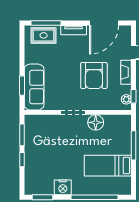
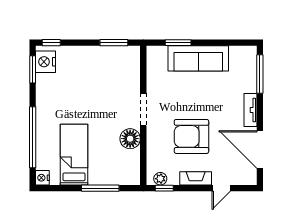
rug: (44, 35) -> (244, 71), removed
sofa: (34, 87) -> (198, 58), moved
window: (22, 160) -> (51, 43), moved
nightstand: (63, 187) -> (46, 62), moved
nightstand: (126, 190) -> (42, 178), added

